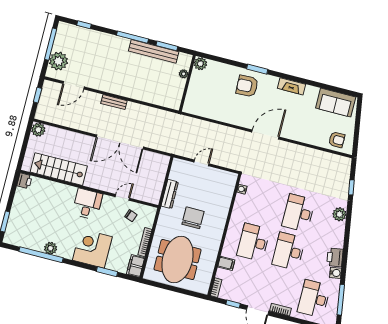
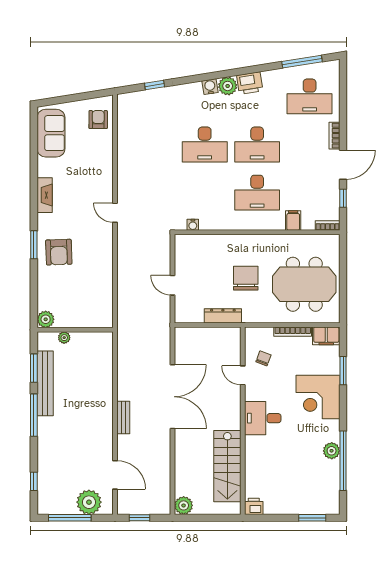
door: (265, 135) -> (115, 213), width x0.53
plant: (339, 214) -> (228, 86), moved
chair: (193, 218) -> (246, 278), turned 90
water cooler: (335, 273) -> (210, 87), moved

